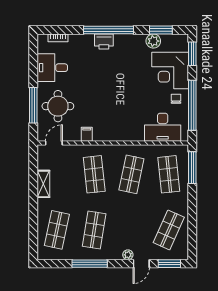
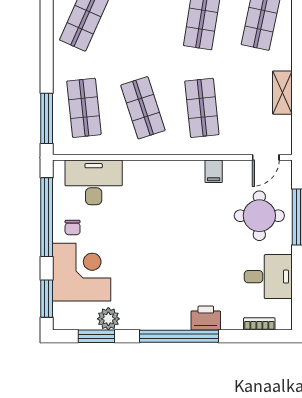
printer: (104, 42) -> (206, 318), moved
shop shelf: (131, 174) -> (143, 108), turned -30

